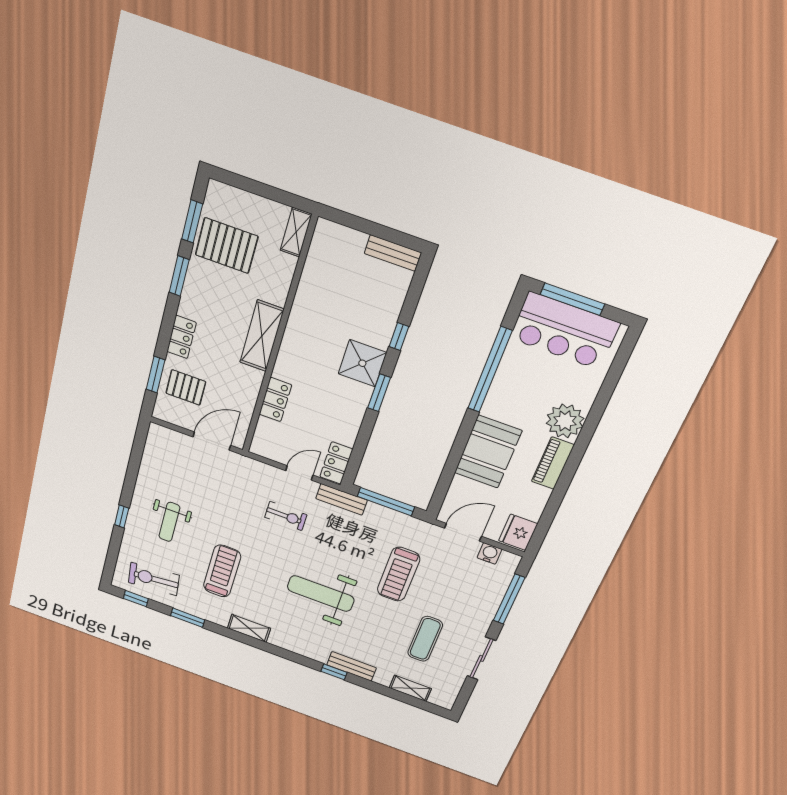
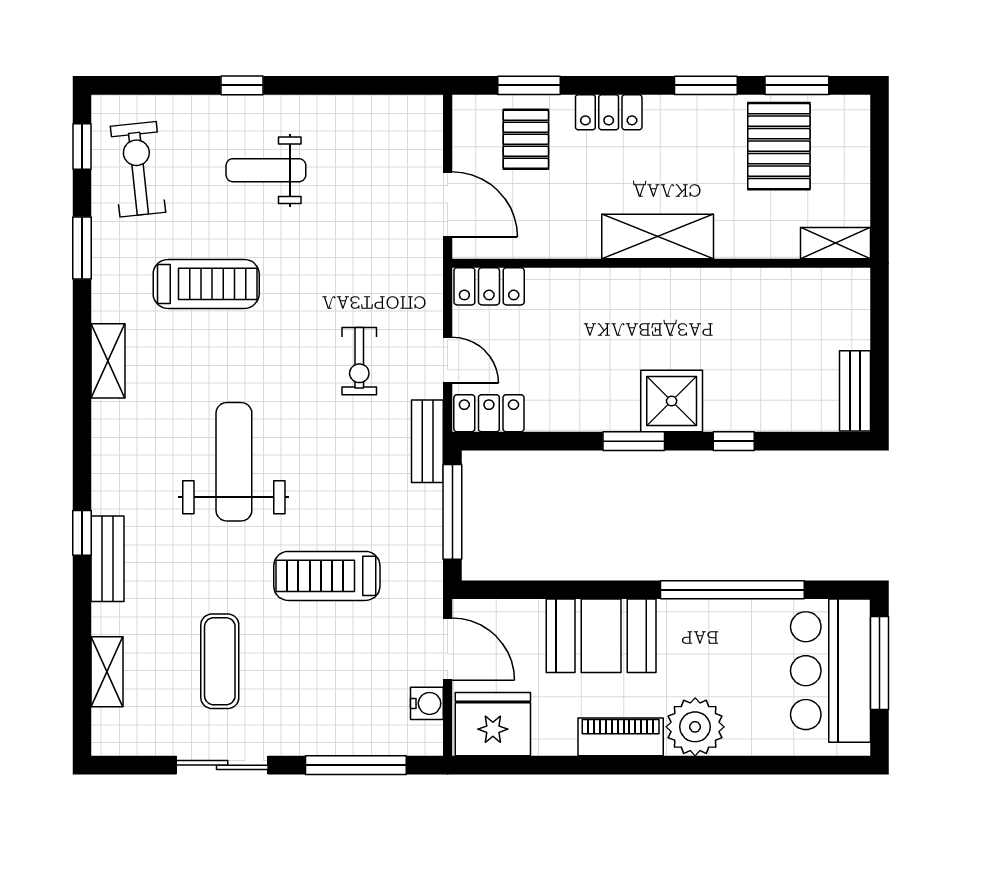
locker: (275, 400) -> (489, 286), moved
fridge: (518, 532) -> (493, 724), width x1.36, depth x1.34
exercise mat: (425, 639) -> (220, 661), turned 90

